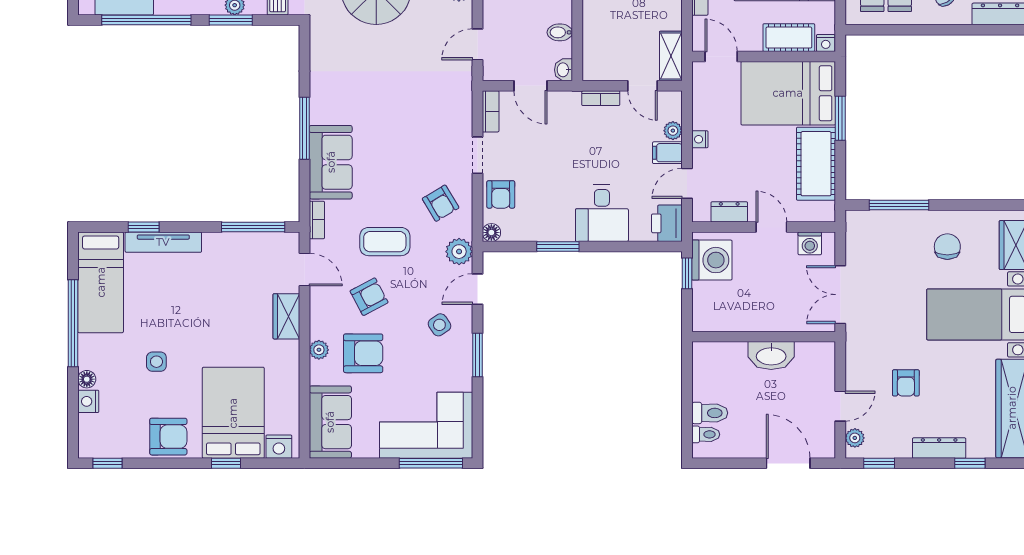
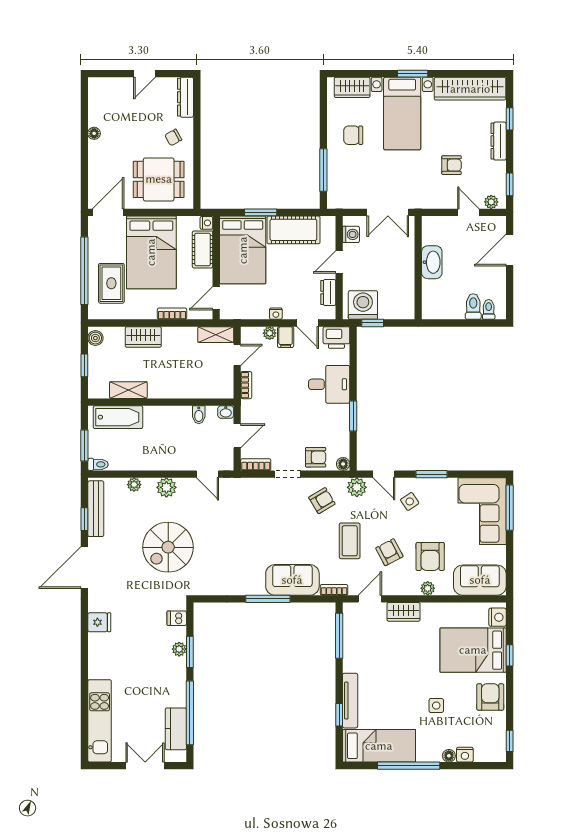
armchair: (363, 353) -> (430, 556), turned 180

